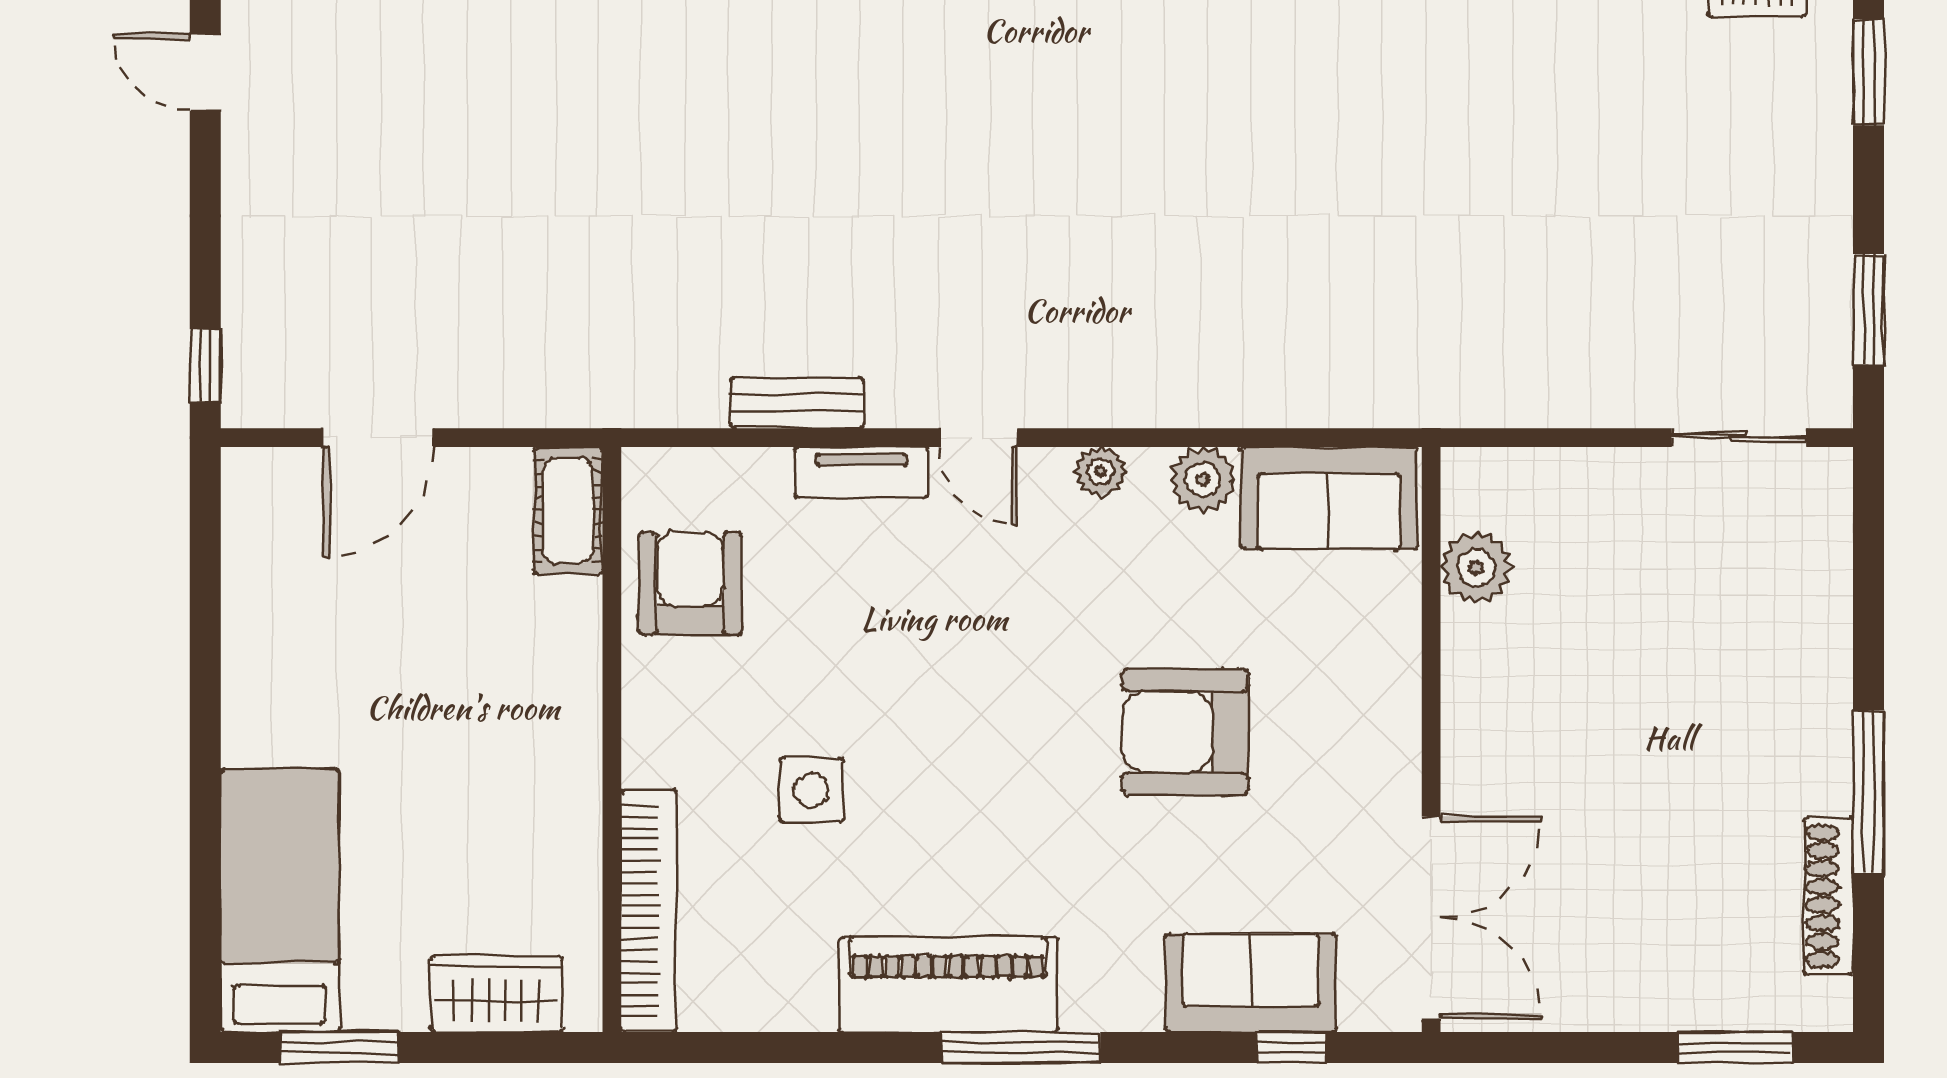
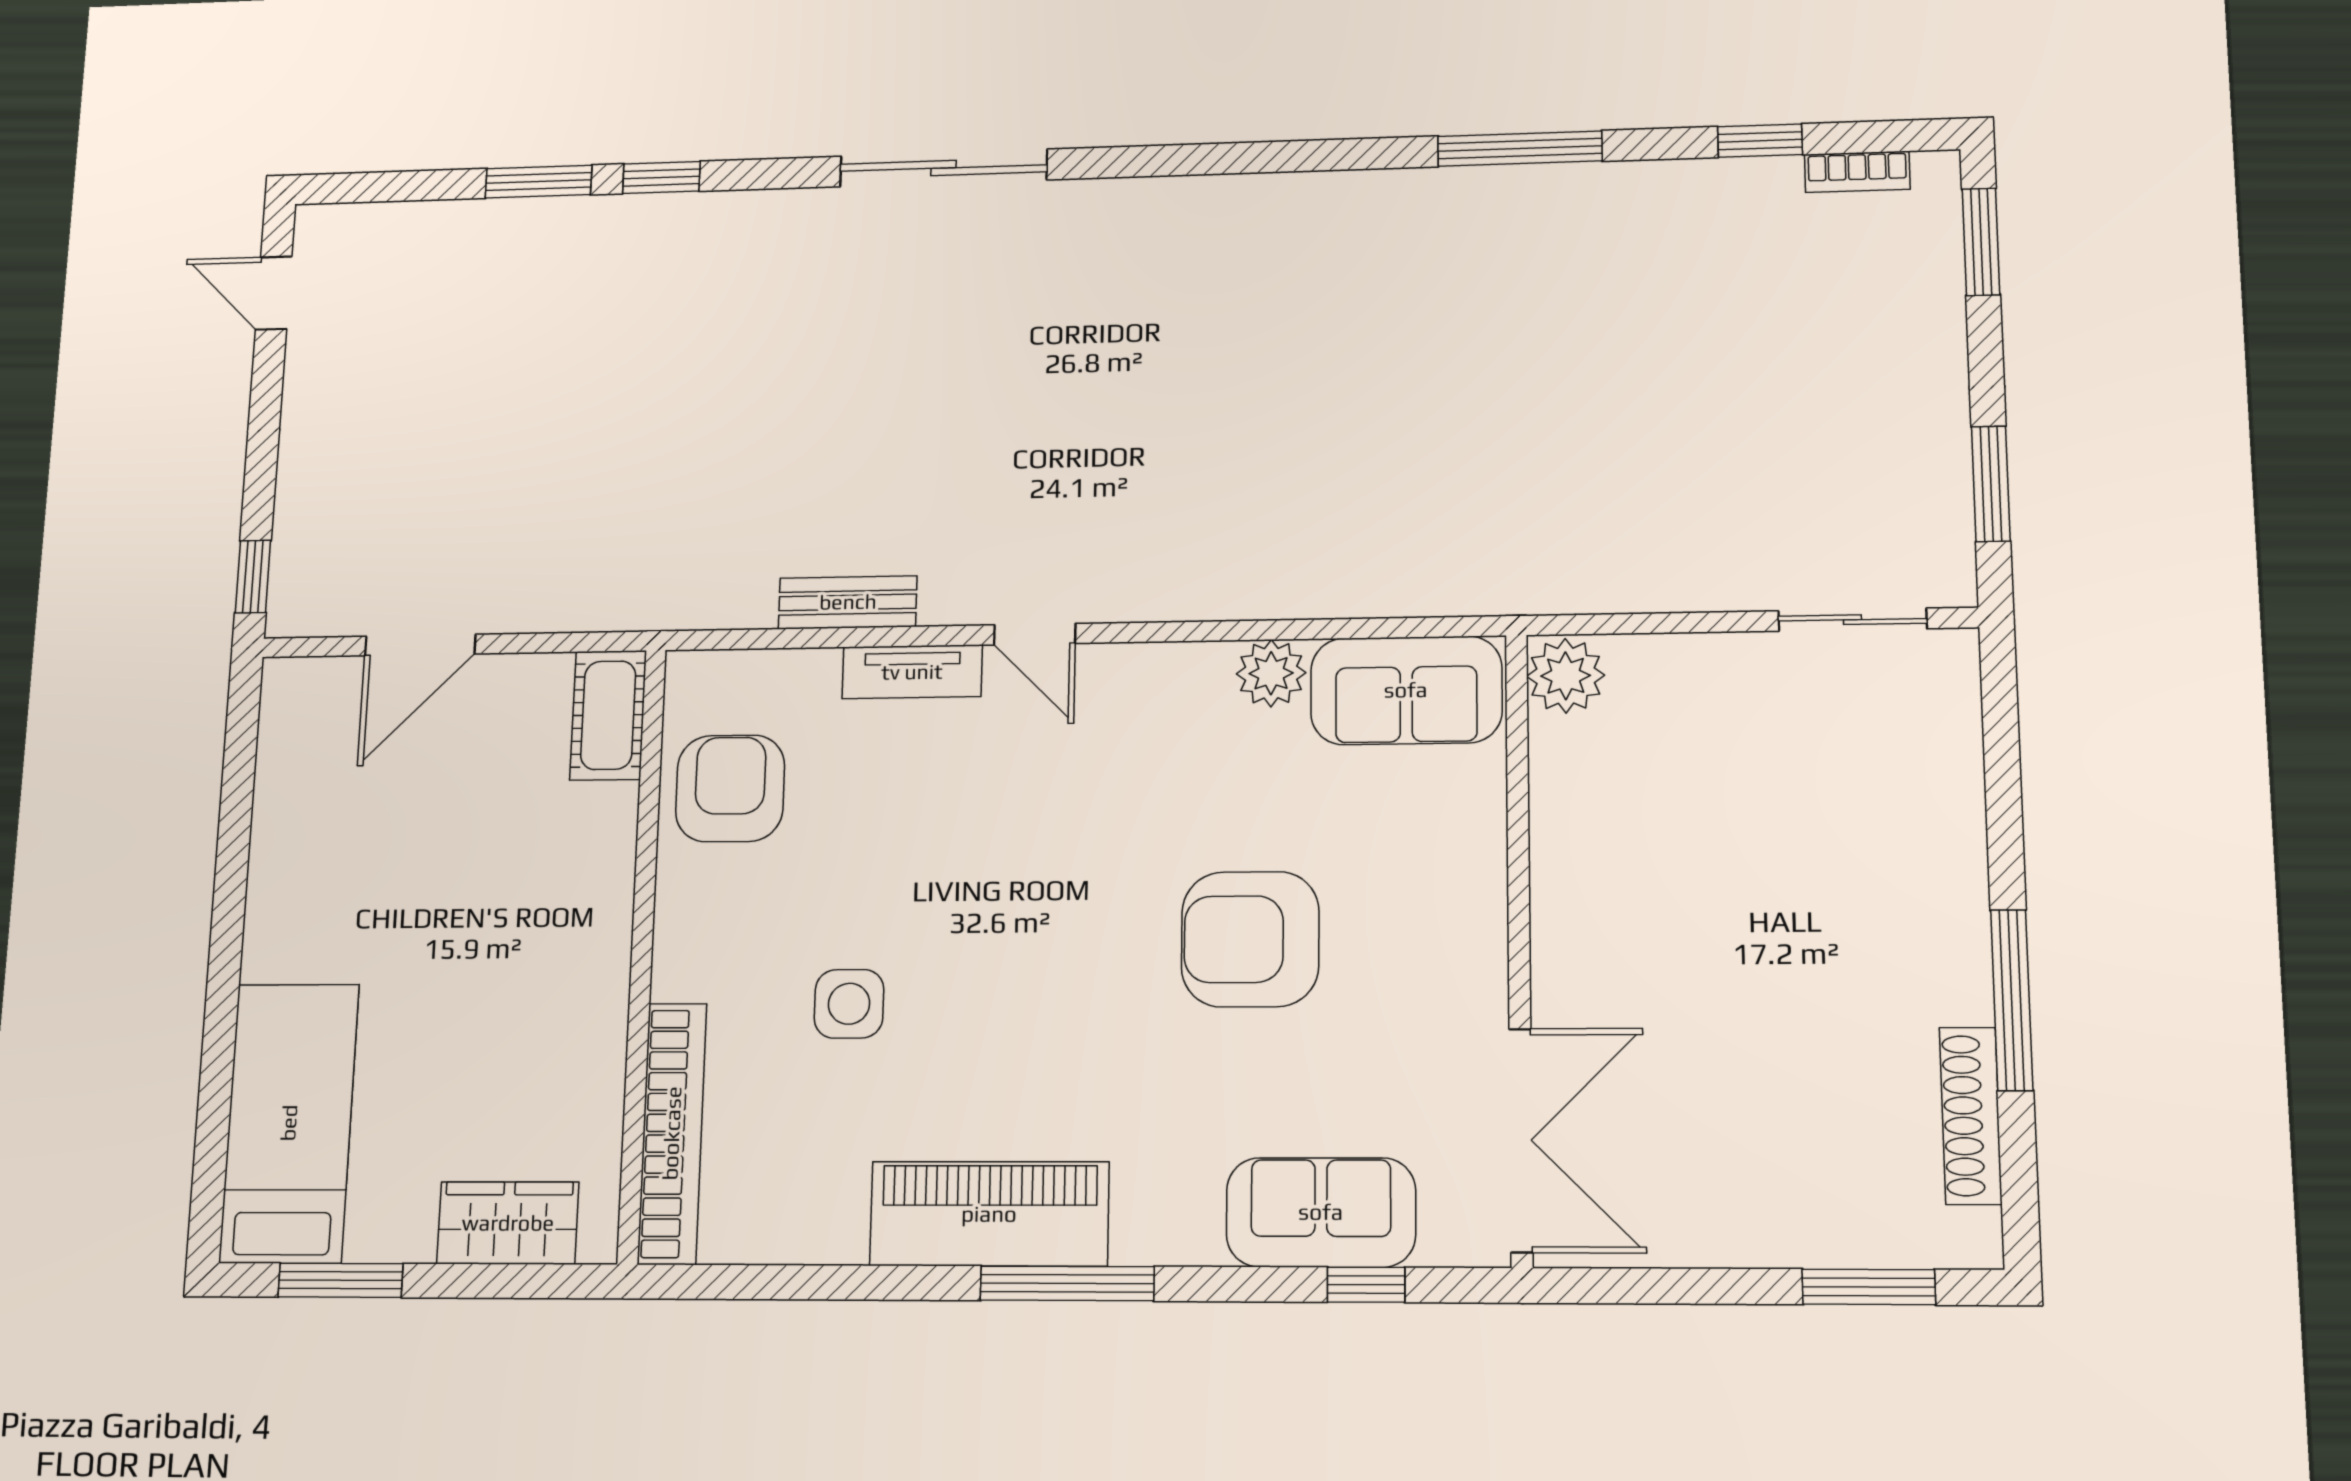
plant: (1101, 472) -> (1163, 667), removed
plant: (1476, 568) -> (1566, 676), moved

